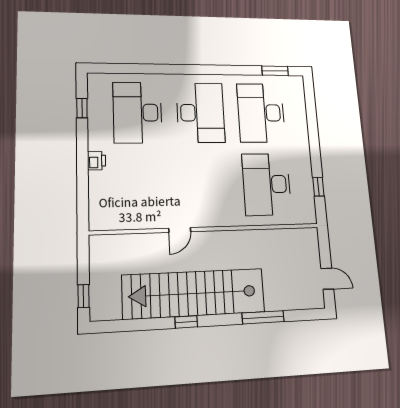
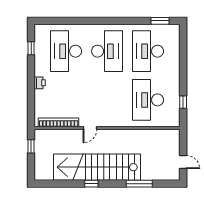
bookcase: (129, 223) -> (59, 122), added
window: (83, 296) -> (31, 146), moved

